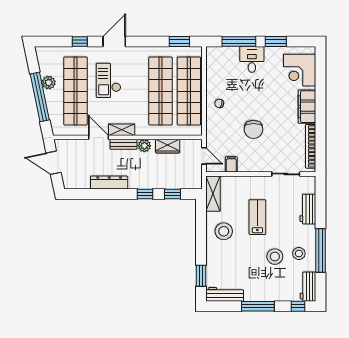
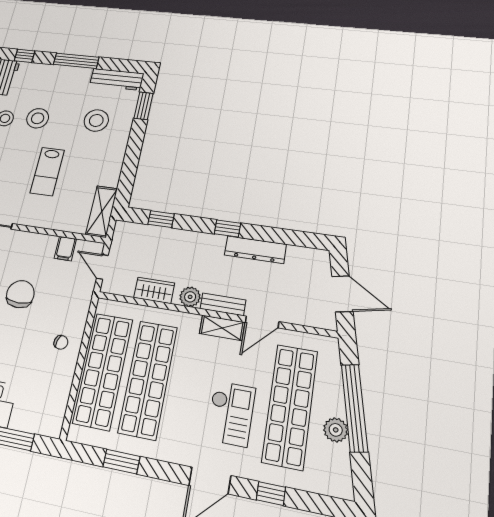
window: (179, 42) -> (121, 462), moved
door: (98, 137) -> (262, 322), hinge flipped
window: (145, 194) -> (227, 228), moved
stool: (224, 231) -> (96, 120), moved

